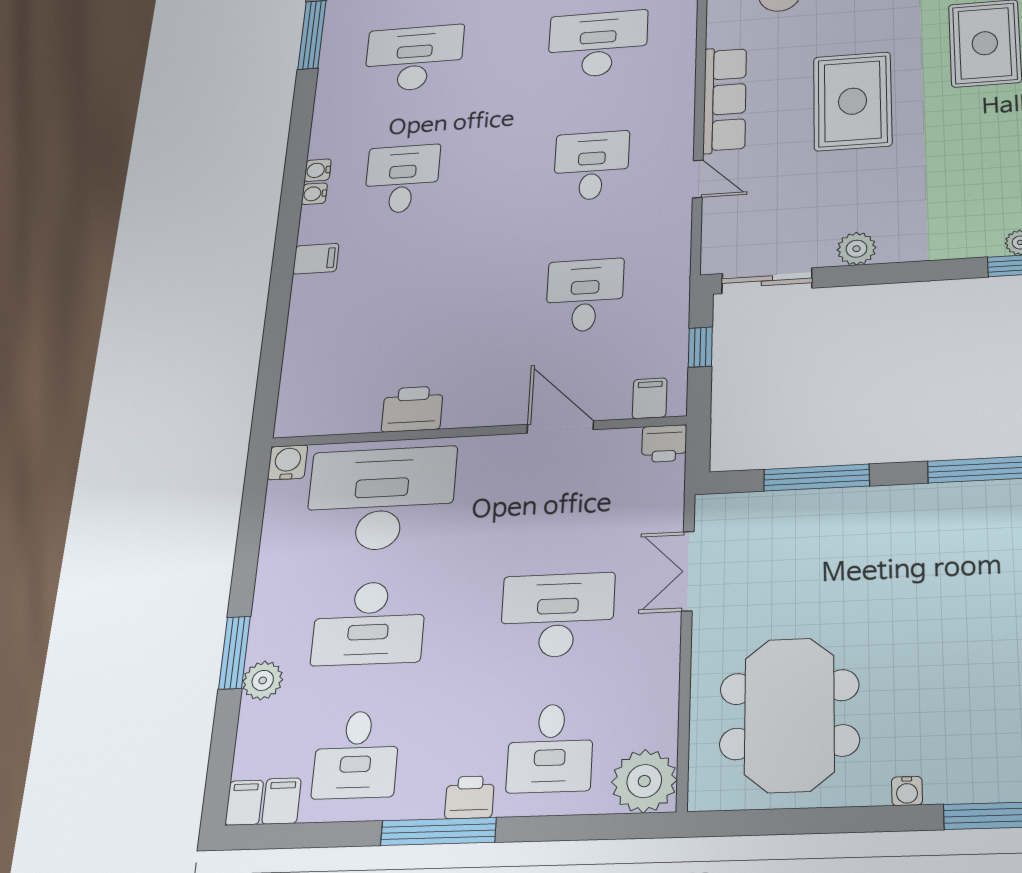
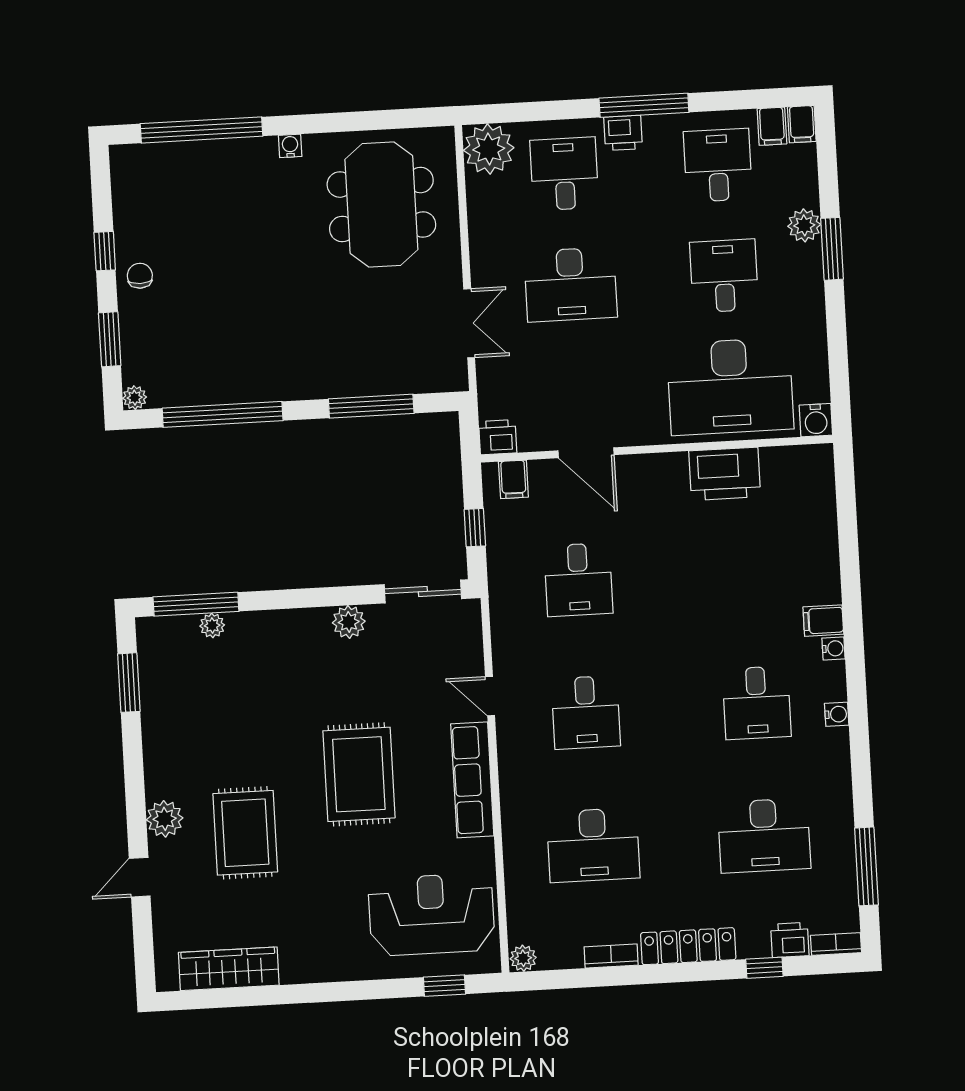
water cooler: (314, 194) -> (834, 648), moved
printer: (412, 409) -> (725, 474), width x1.37, depth x1.19
desk: (369, 623) -> (724, 276), width x0.73

